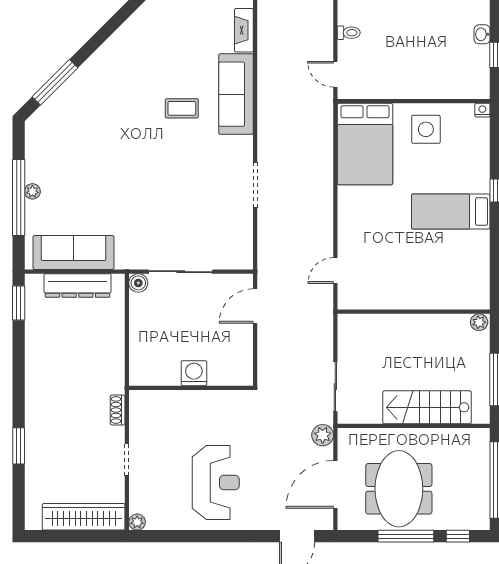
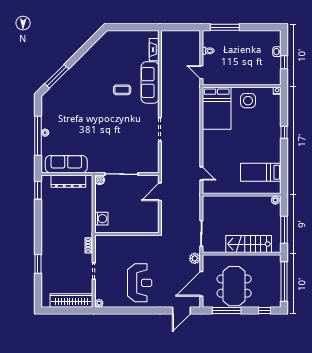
bed: (451, 211) -> (261, 172), moved
door: (335, 271) -> (201, 173), swing flipped
washing machine: (194, 373) -> (101, 219), moved, turned 90
window: (406, 536) -> (227, 311), moved

